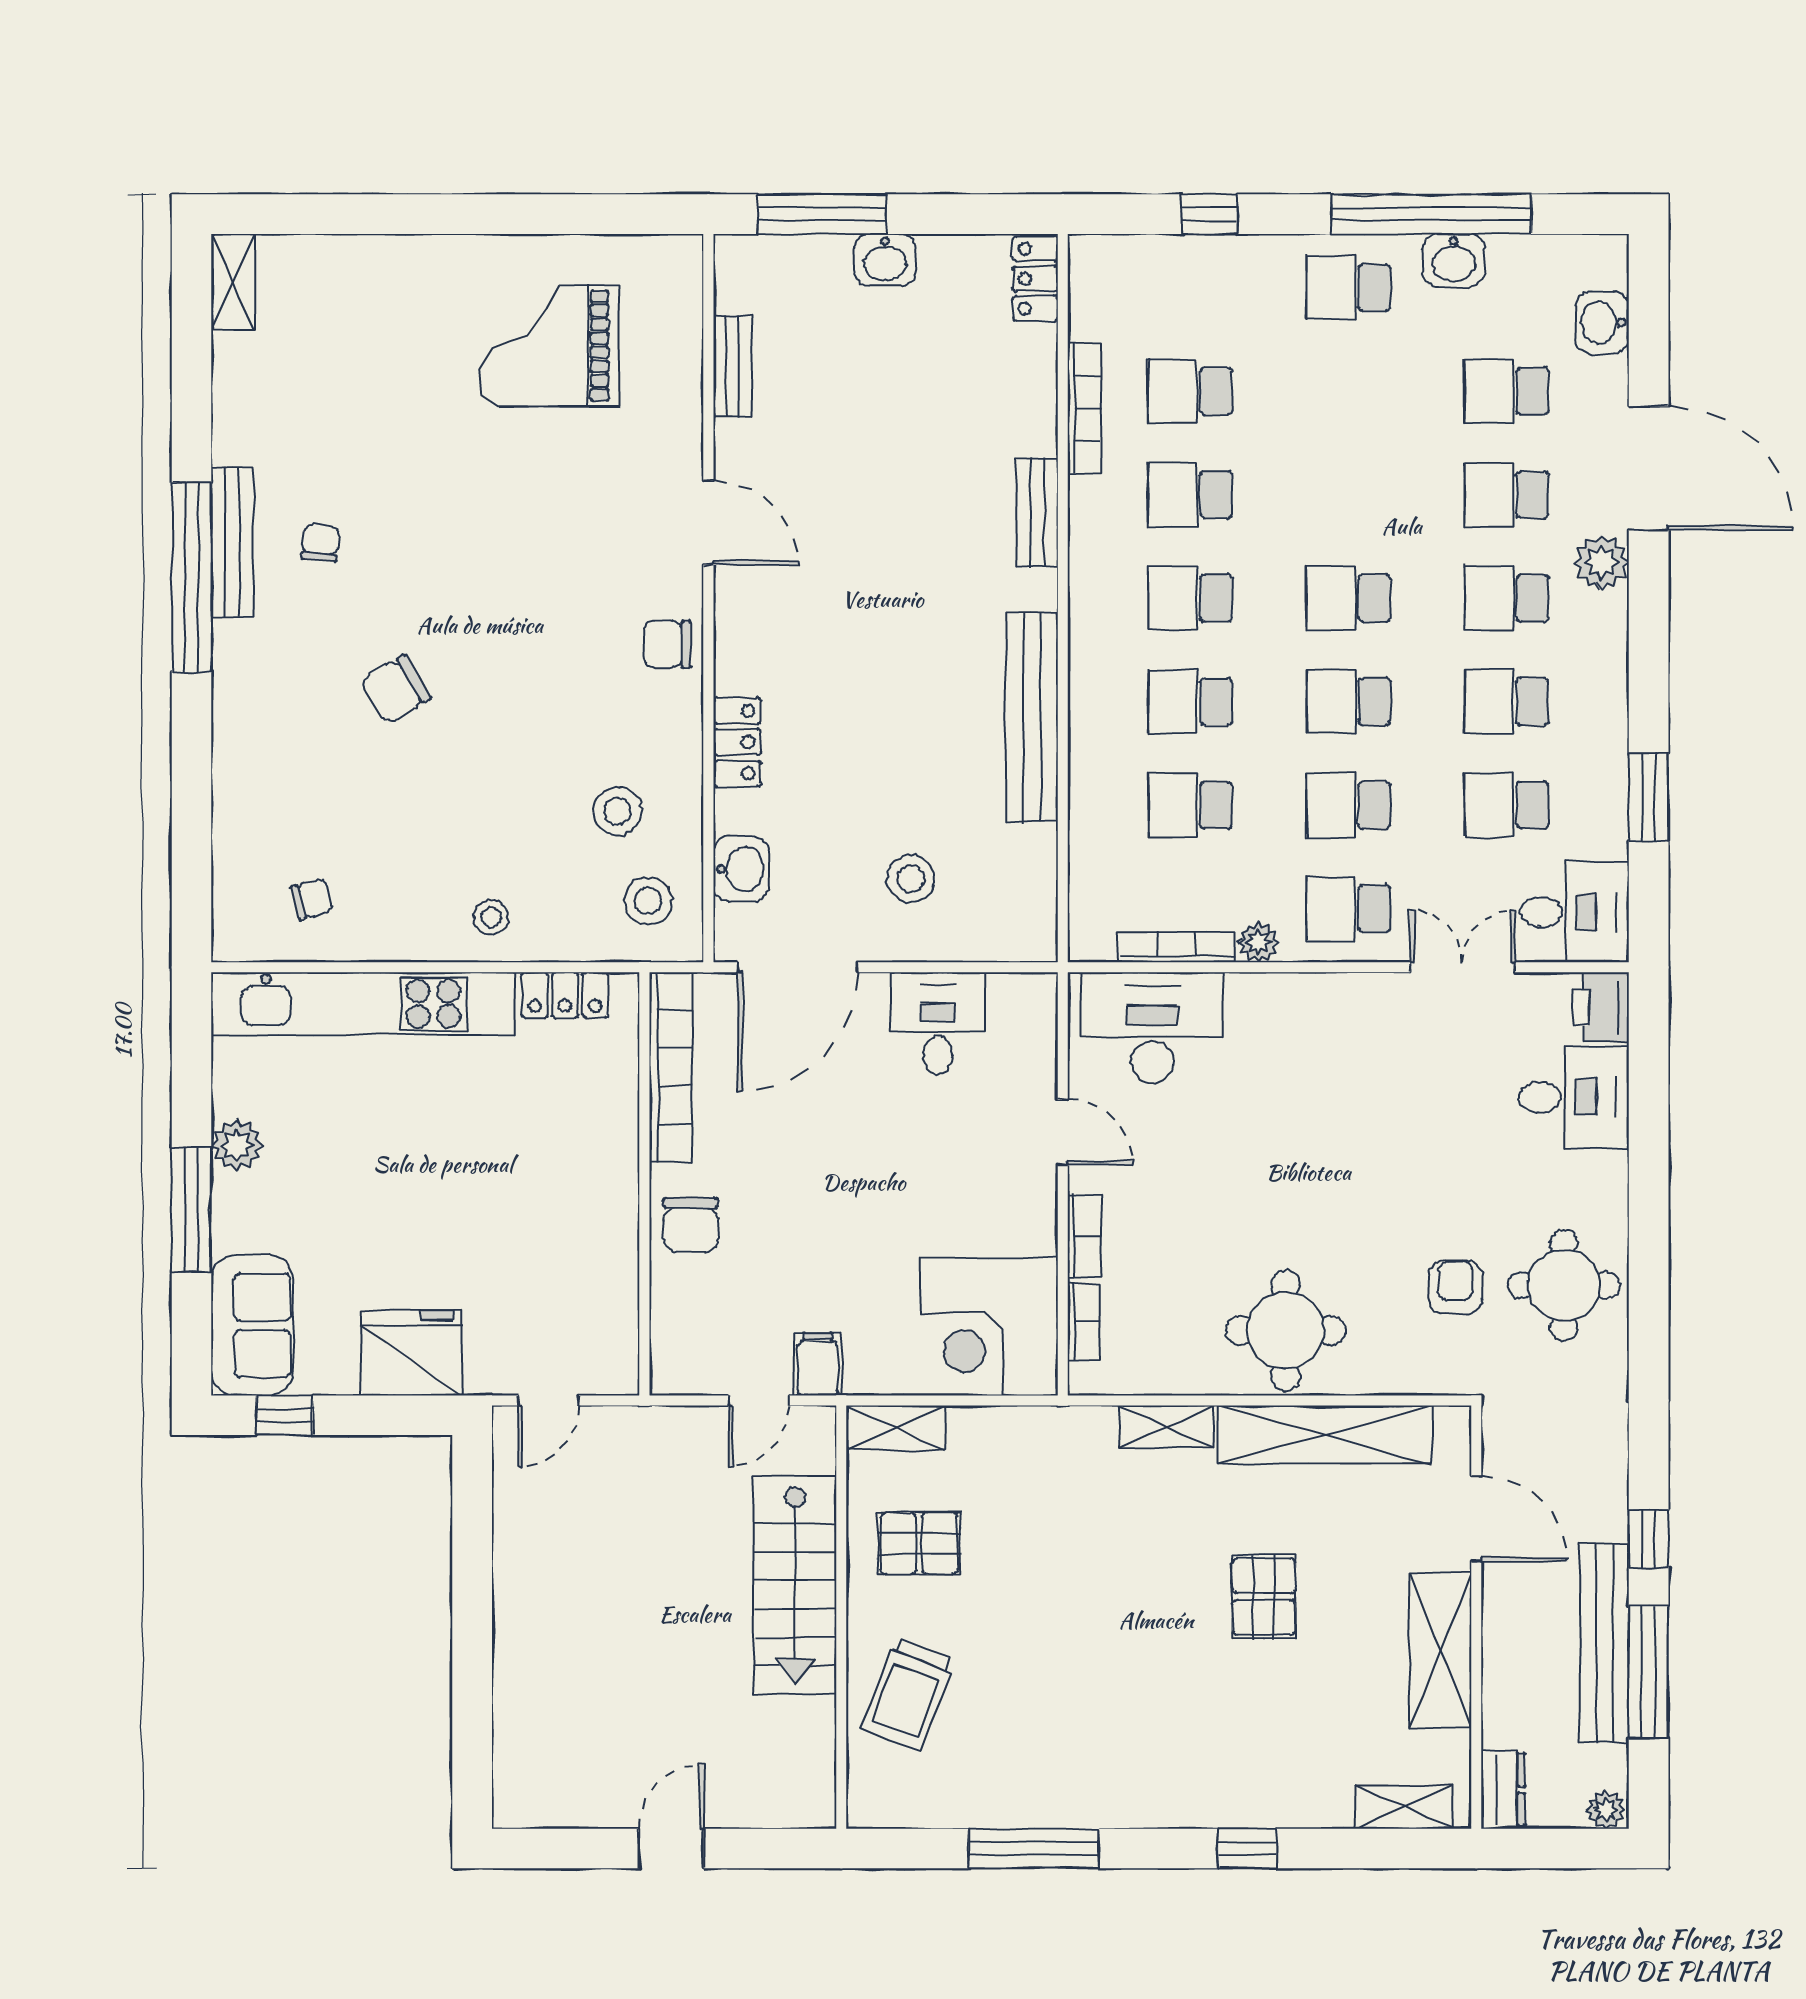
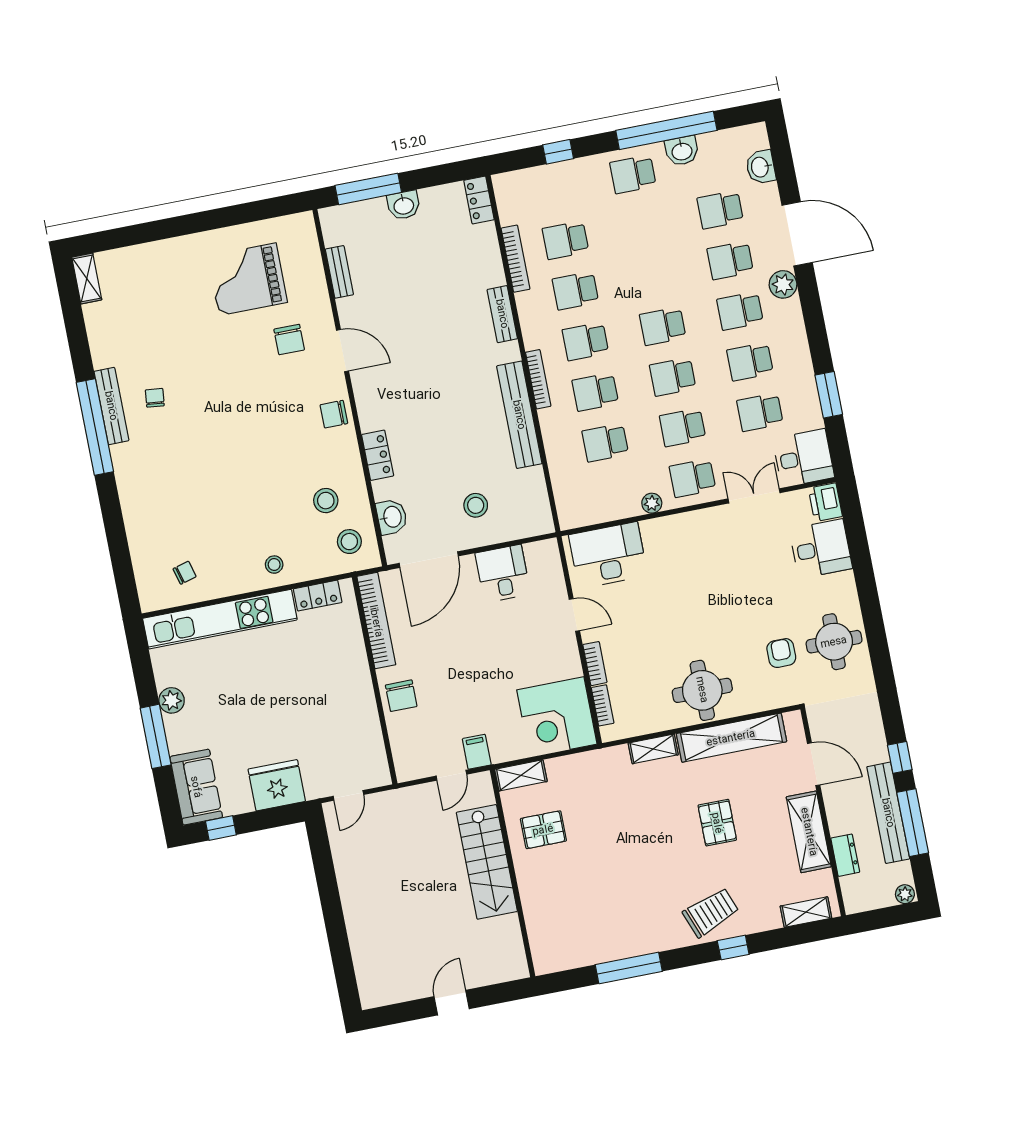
chair: (396, 689) -> (289, 340), moved, turned -59
bookcase: (1176, 948) -> (538, 379), moved, turned 90
trolley: (908, 1694) -> (711, 912), moved, turned -132
dresser: (1503, 1790) -> (845, 855), moved

